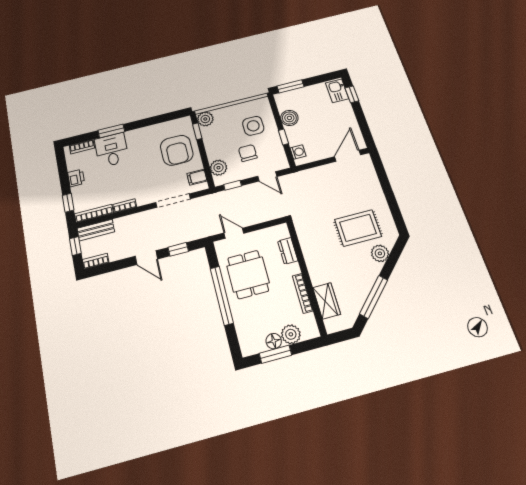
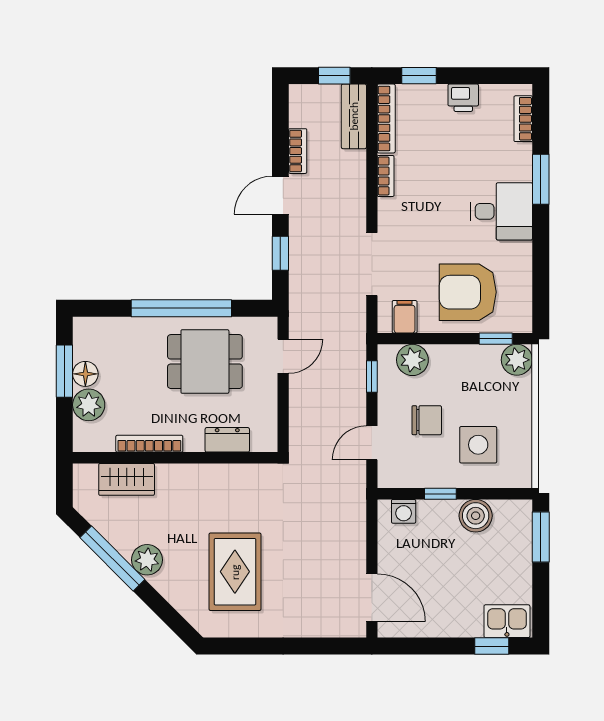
desk: (112, 150) -> (501, 211), moved
plant: (380, 253) -> (147, 560), moved
bookcase: (96, 261) -> (298, 151), moved

